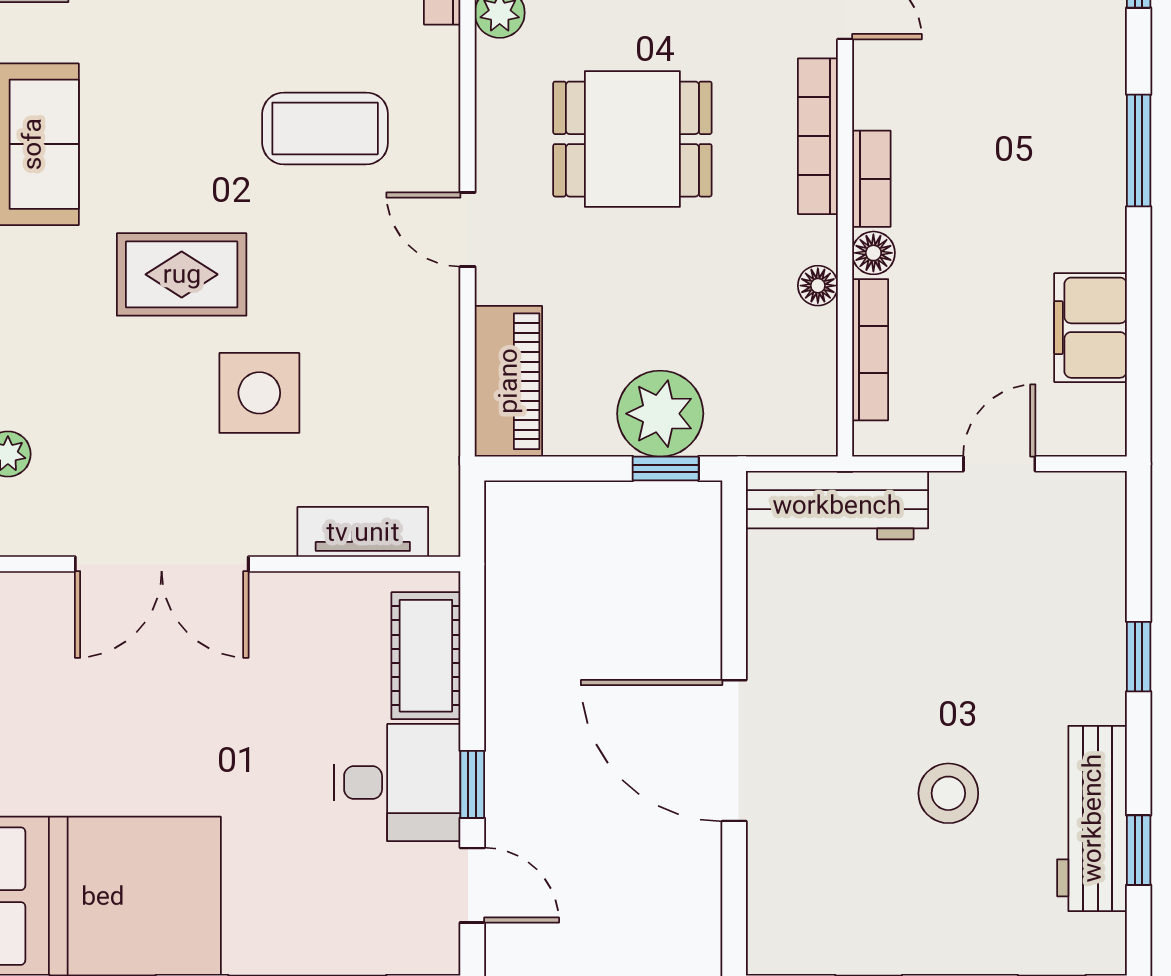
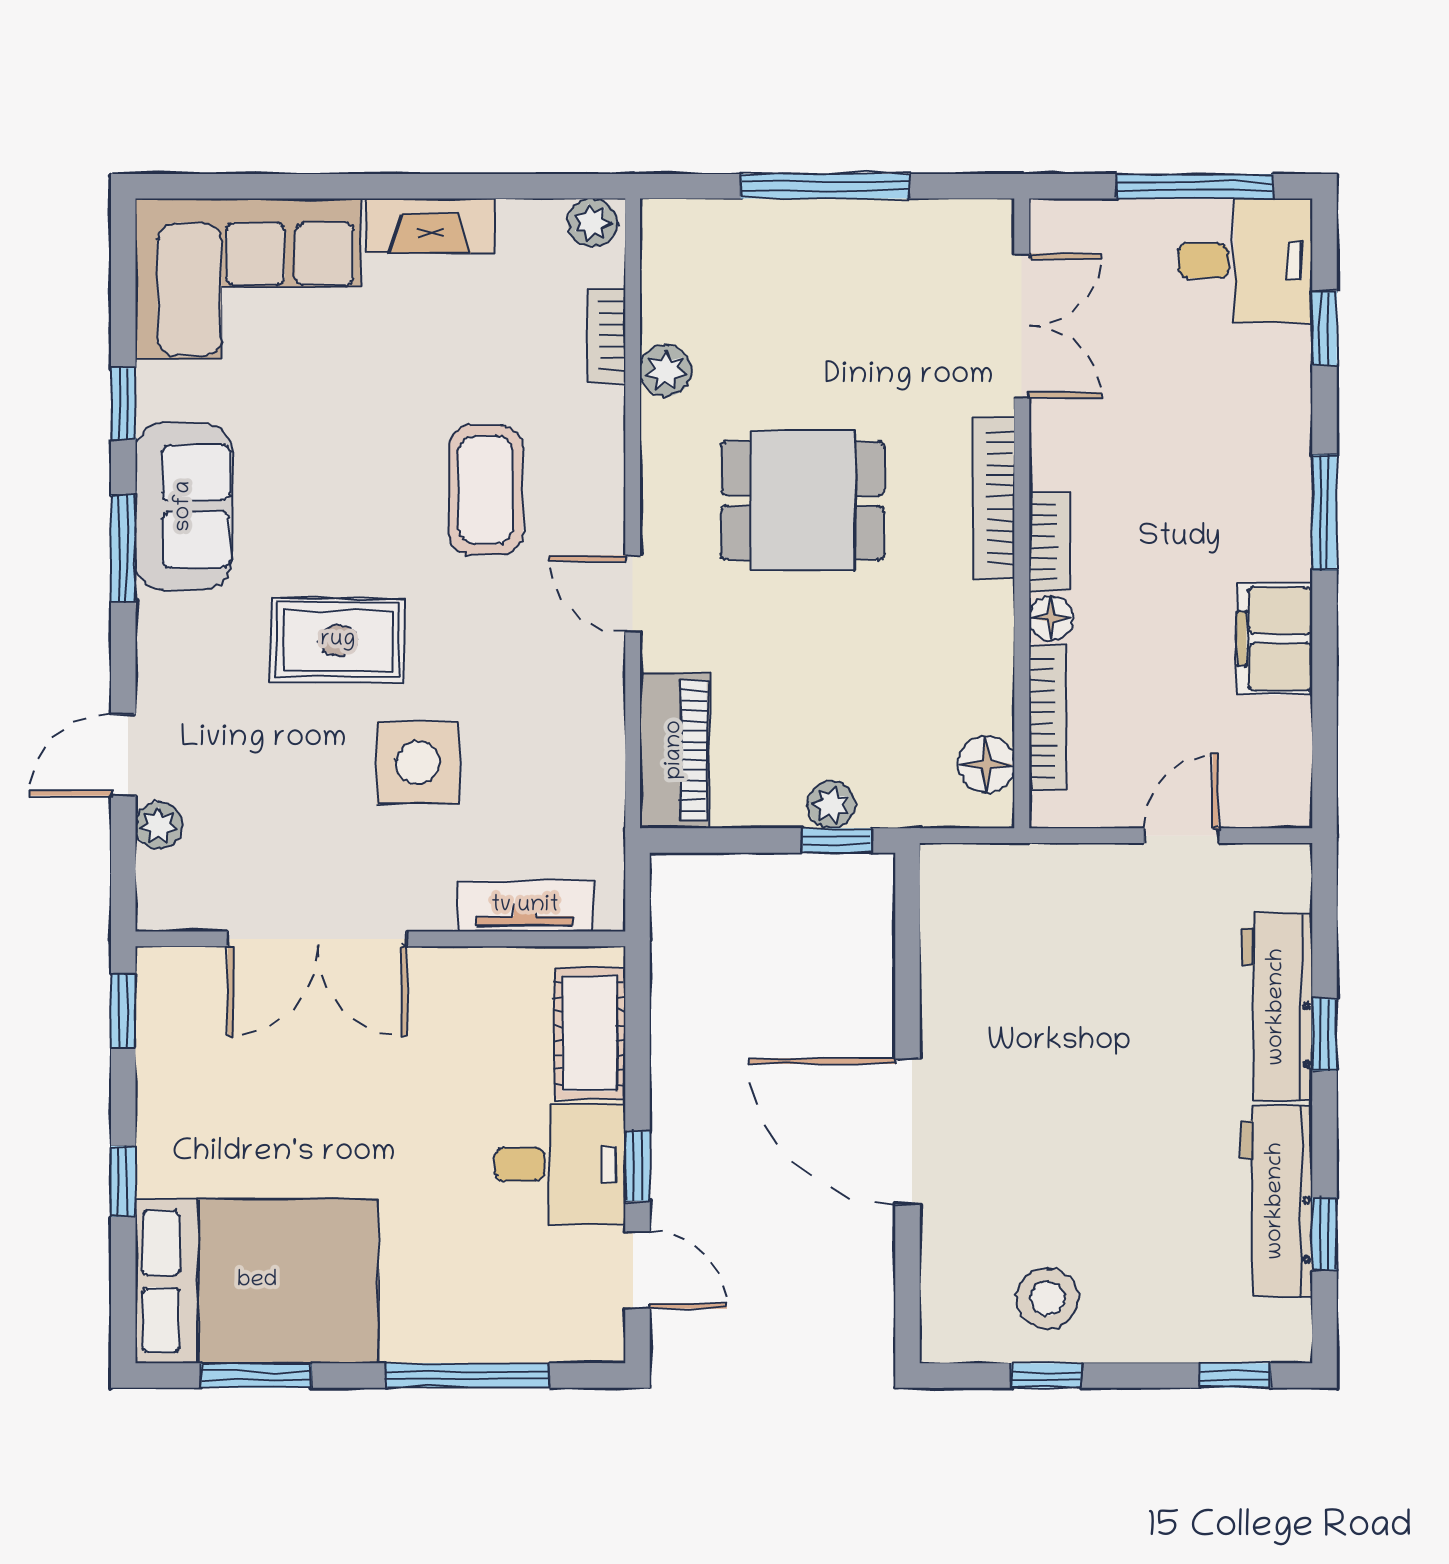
coffee table: (325, 128) -> (486, 490), turned 90
floor lamp: (818, 286) -> (986, 764), moved, width x1.37, depth x1.37
filing cabinet: (1090, 328) -> (1275, 639), moved
plant: (660, 414) -> (831, 805), width x0.53, depth x0.53
workbench: (837, 505) -> (1277, 1007), moved, turned 90
stool: (948, 793) -> (1047, 1299), moved

